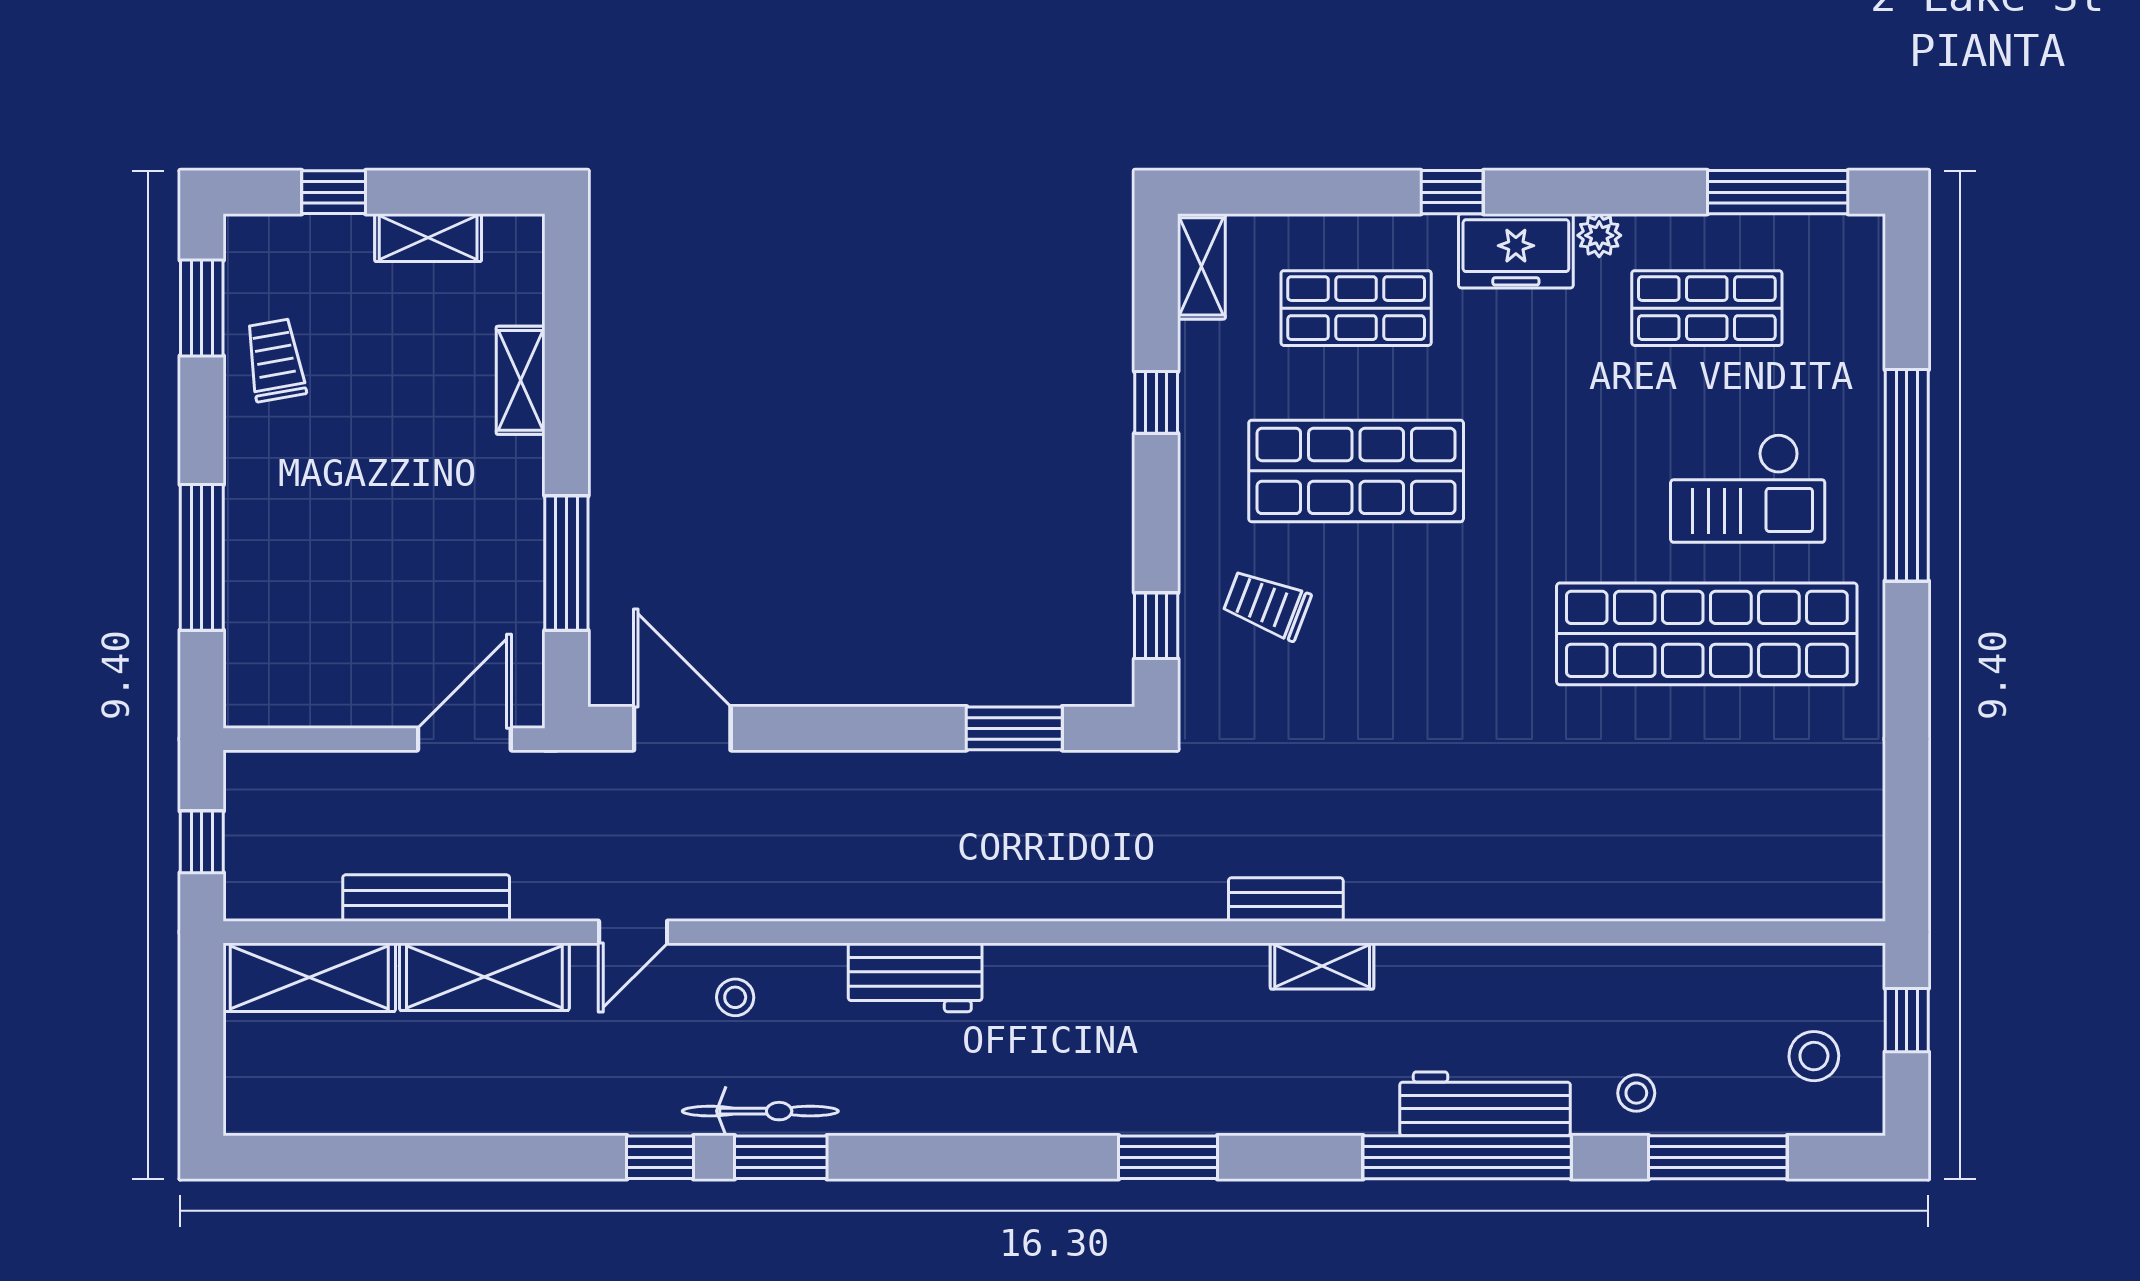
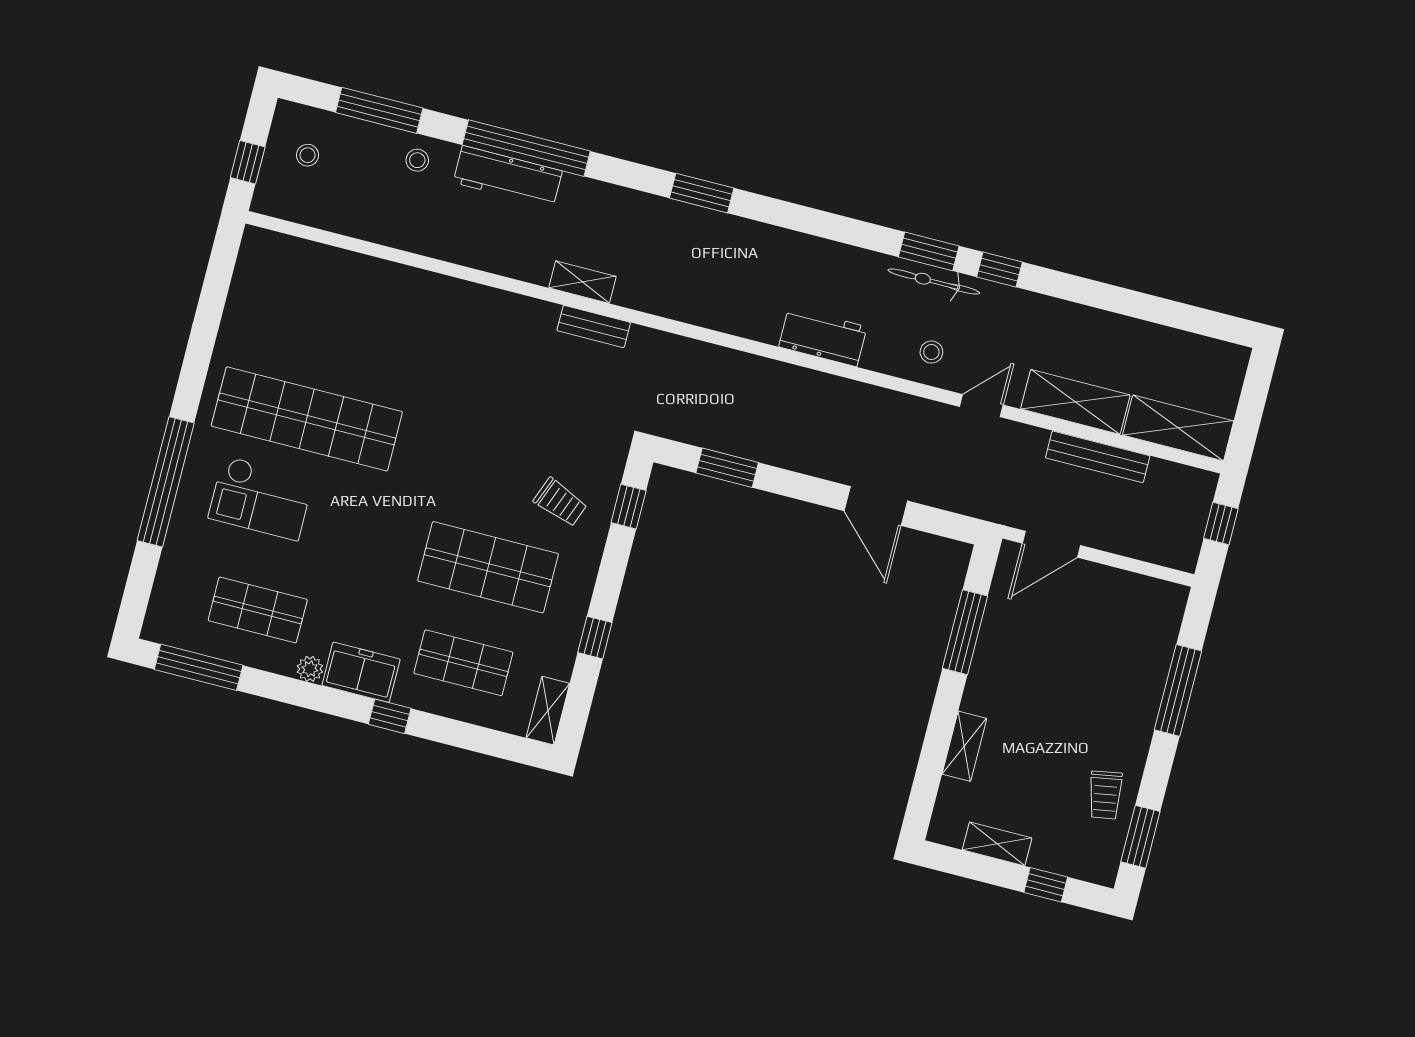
checkout: (1748, 488) -> (261, 498), turned 180
door: (682, 728) -> (876, 506), moved
stool: (1814, 1056) -> (308, 155), width x0.73, depth x0.73

